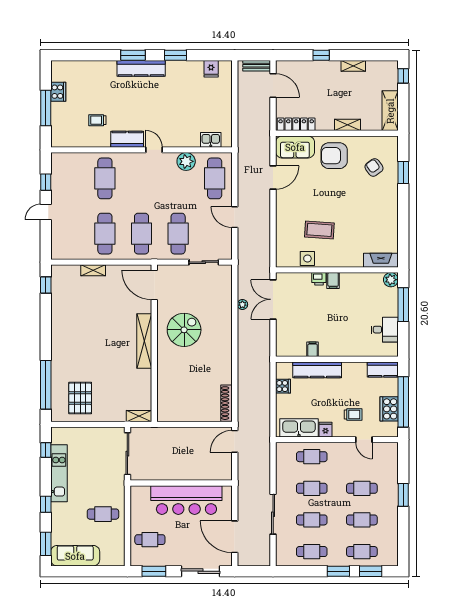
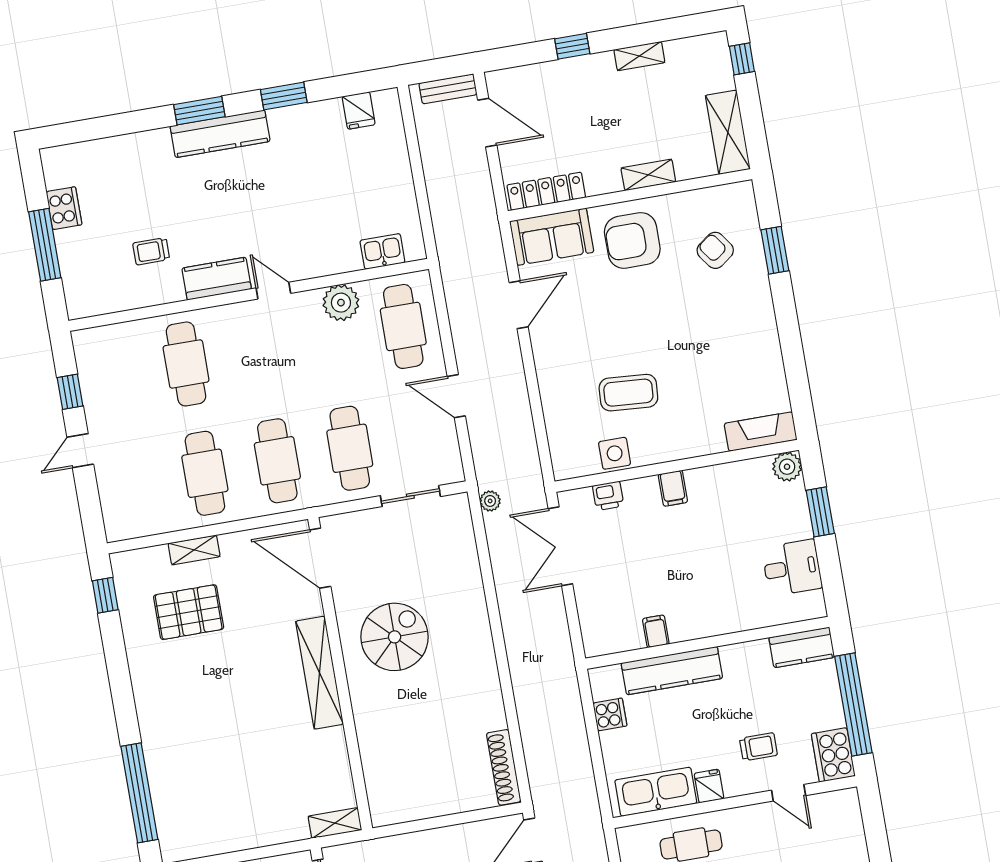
printer: (319, 279) -> (608, 496), moved
plant: (242, 305) -> (490, 501), moved
window: (403, 305) -> (820, 512), width x0.69
pallet: (80, 398) -> (189, 612), moved, turned 90
cooker: (389, 409) -> (833, 755), moved

